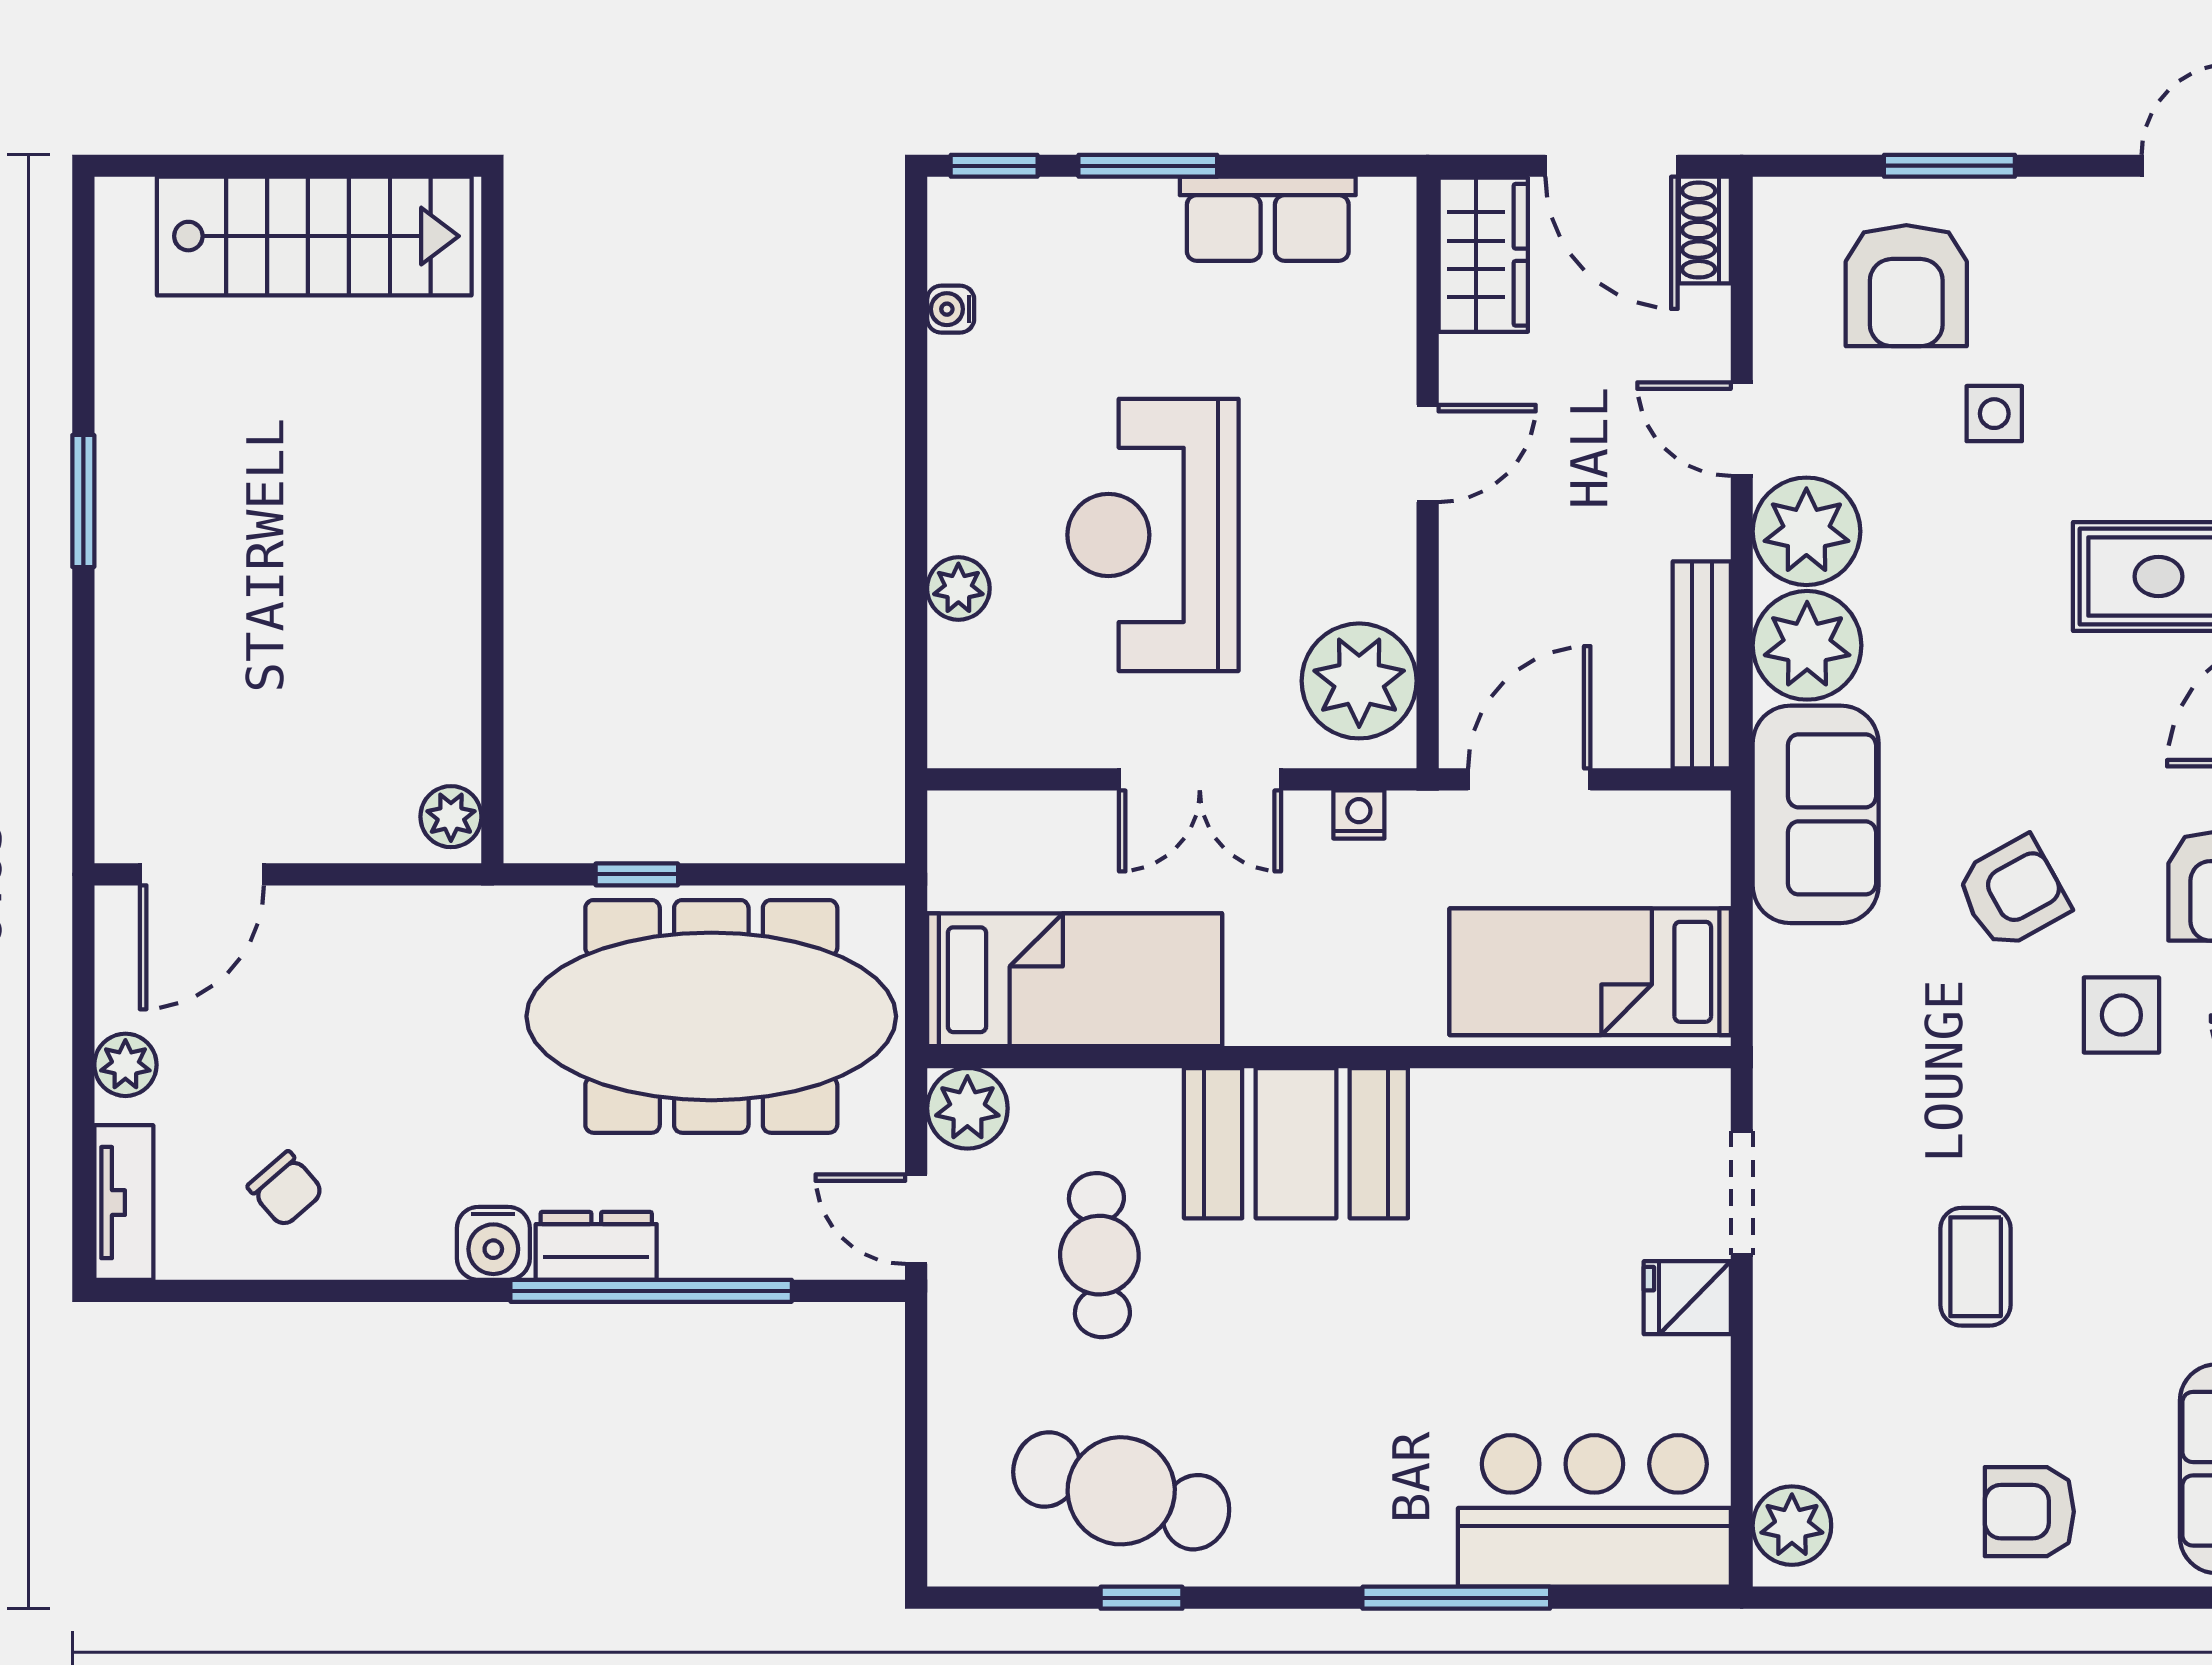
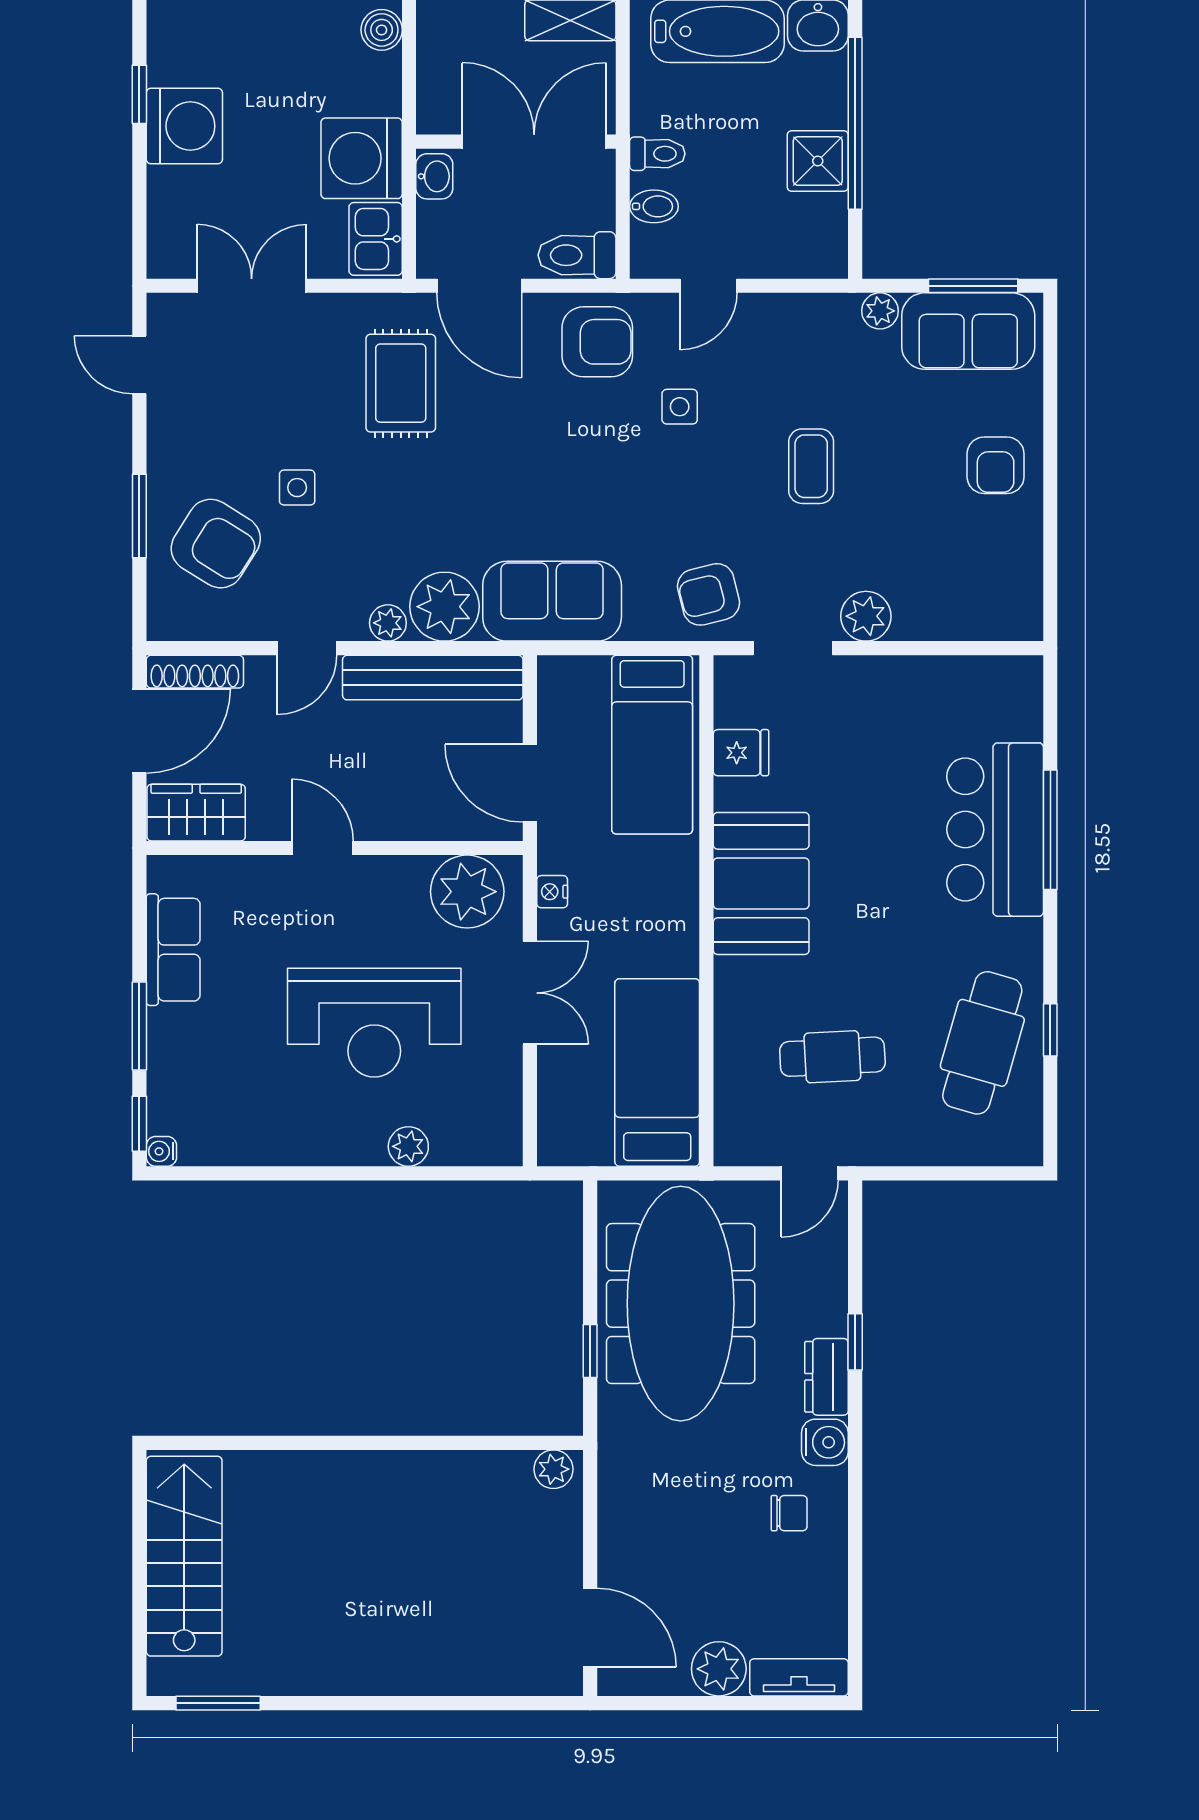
shoe rack: (1705, 230) -> (195, 672), width x1.43
armchair: (1906, 286) -> (216, 544), turned 32
water cooler: (951, 309) -> (161, 1151), moved, turned 90
window: (83, 501) -> (218, 1703), moved
plant: (1806, 531) -> (388, 623), width x0.53, depth x0.53
bench: (1702, 665) -> (433, 678), width x1.37, depth x1.21
armchair: (2013, 893) -> (709, 594), moved, turned -75
side table: (2121, 1015) -> (680, 407), width x0.73, depth x0.73
plant: (125, 1065) -> (719, 1669), width x1.38, depth x1.38
plant: (967, 1108) -> (739, 1141), removed
booth: (1296, 1143) -> (761, 883), moved
chair: (286, 1189) -> (789, 1513), moved, turned 41
coffee table: (1976, 1267) -> (811, 466), moved, turned 90
window: (651, 1291) -> (855, 1342), width x0.32
fridge: (1687, 1298) -> (741, 753), moved, turned -90
bar counter: (1594, 1511) -> (995, 830), moved
plant: (1792, 1526) -> (866, 616), moved

